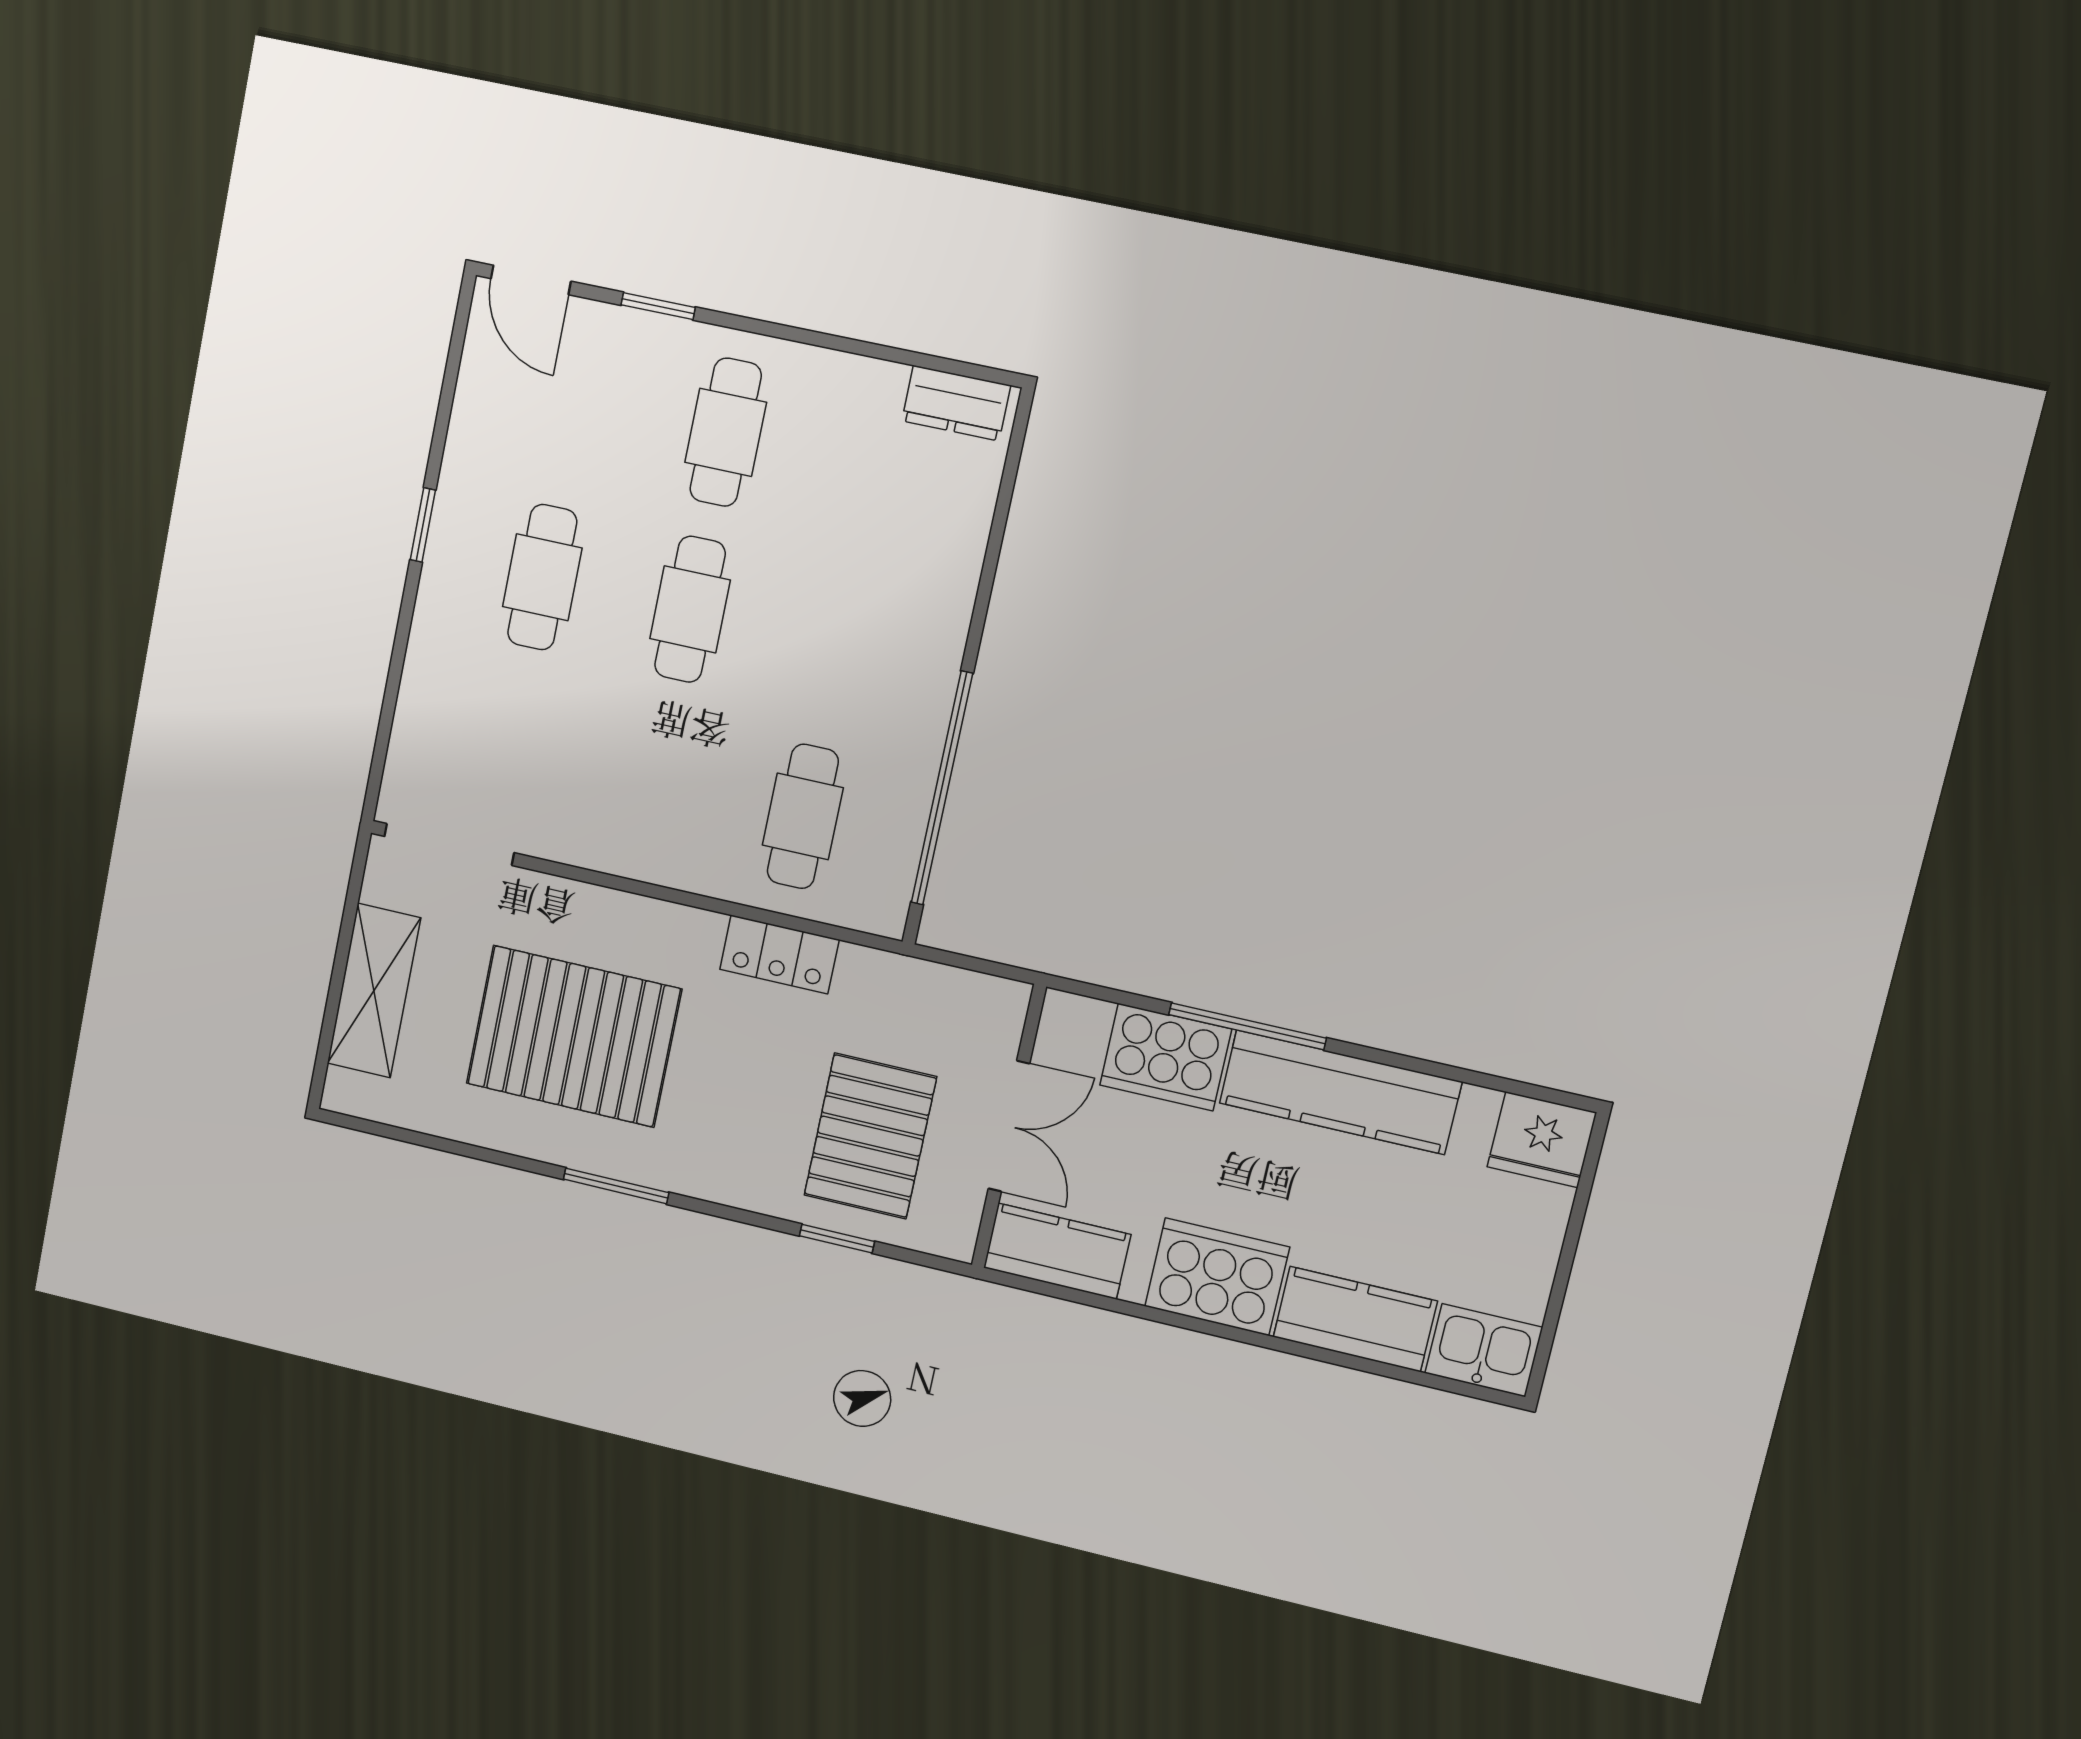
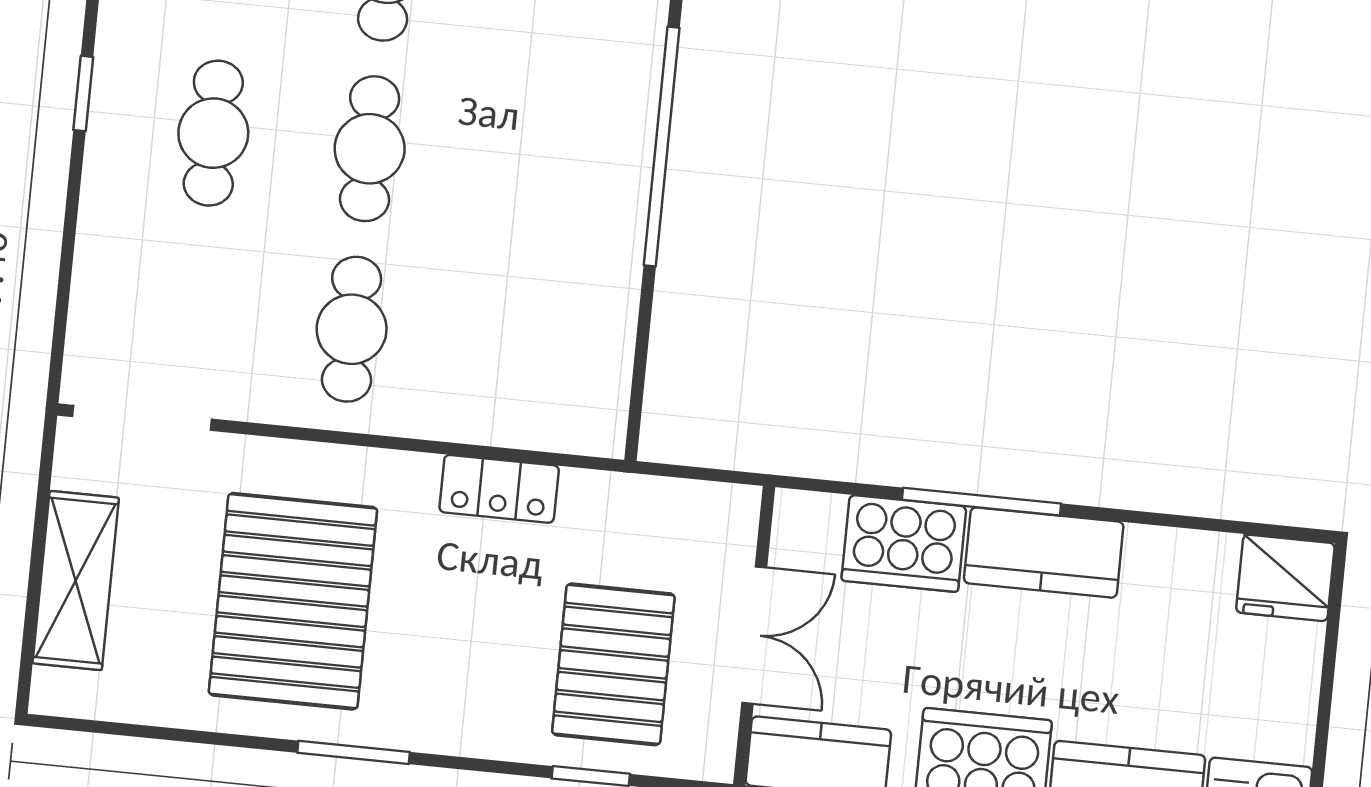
window: (942, 788) -> (662, 146), moved
cafe table: (803, 816) -> (352, 329), moved
pallet: (574, 1036) -> (293, 601), turned 90
kitchen counter: (1340, 1092) -> (1044, 553), width x0.67

